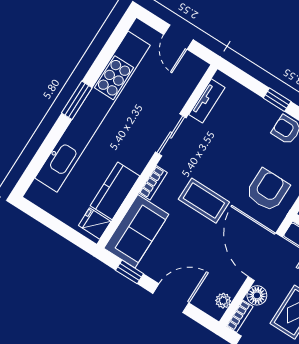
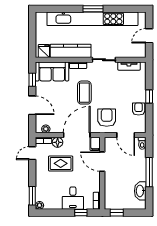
armchair: (268, 190) -> (107, 118), turned -90
kitchen counter: (115, 191) -> (71, 51), width x1.50

